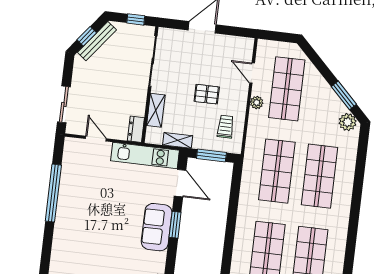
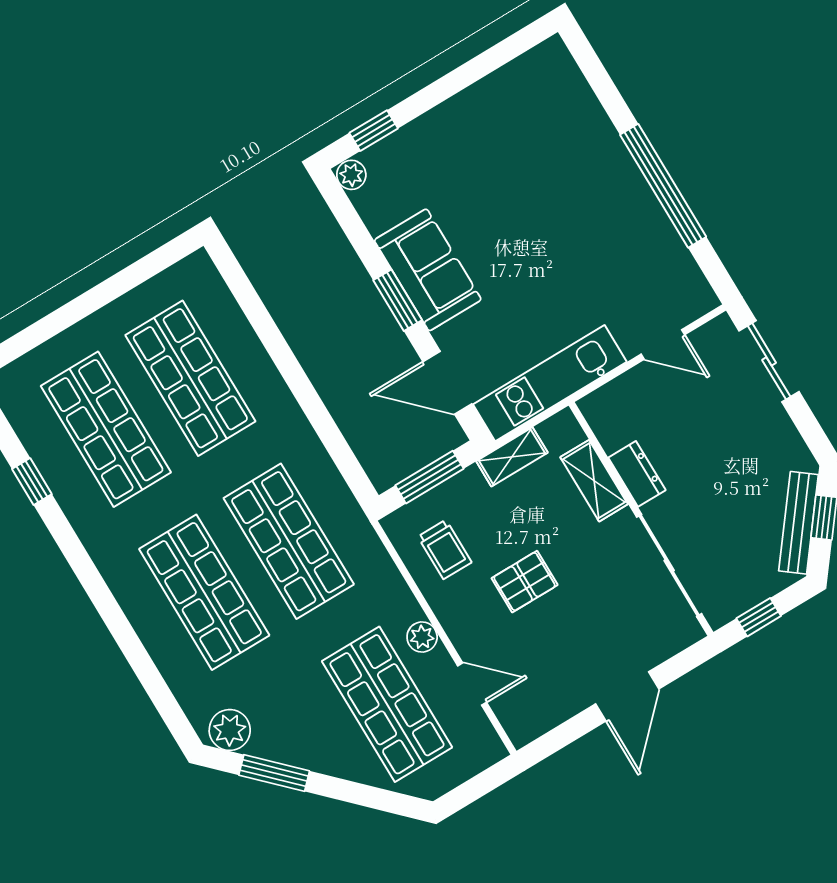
dresser: (136, 129) -> (637, 474), moved
window: (349, 260) -> (32, 482), added

